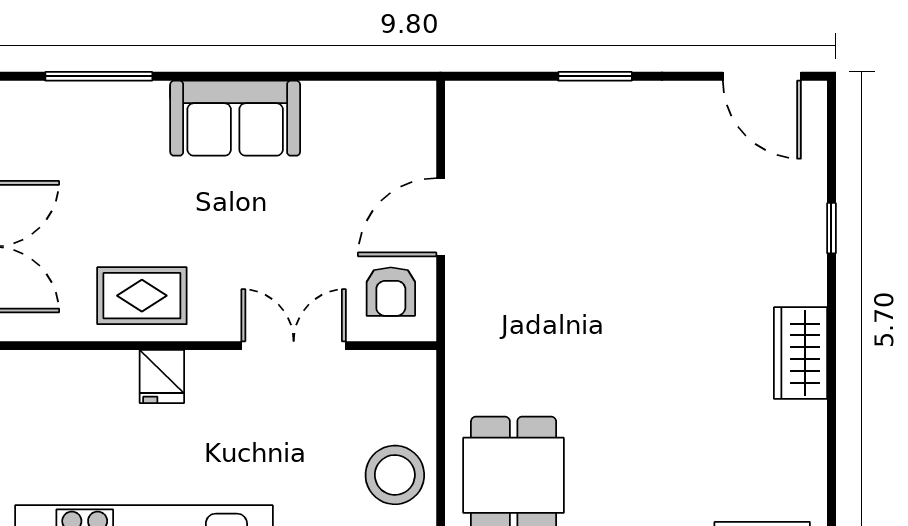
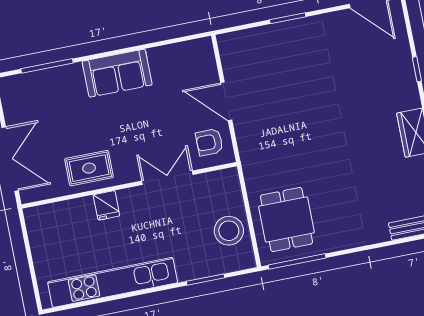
door: (441, 217) -> (226, 101), hinge flipped
armchair: (391, 292) -> (209, 142), turned 90

